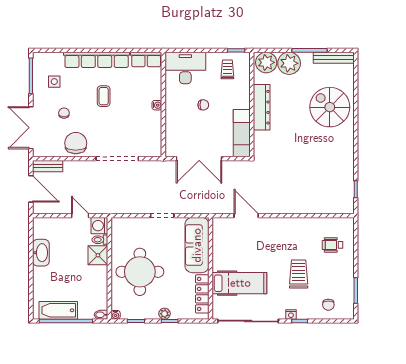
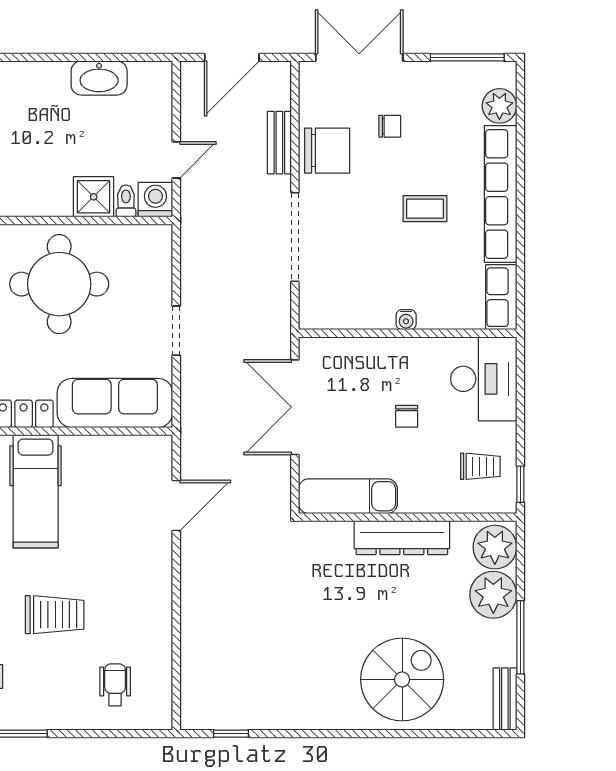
bench: (334, 58) -> (505, 699), width x0.73
plant: (54, 60) -> (499, 106), added
side table: (54, 82) -> (455, 106), removed
bench: (48, 166) -> (279, 143), moved

